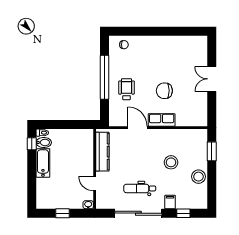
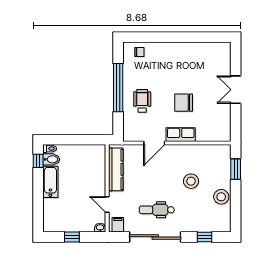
door: (138, 128) -> (154, 143), swing flipped
filing cabinet: (170, 202) -> (118, 225), moved

